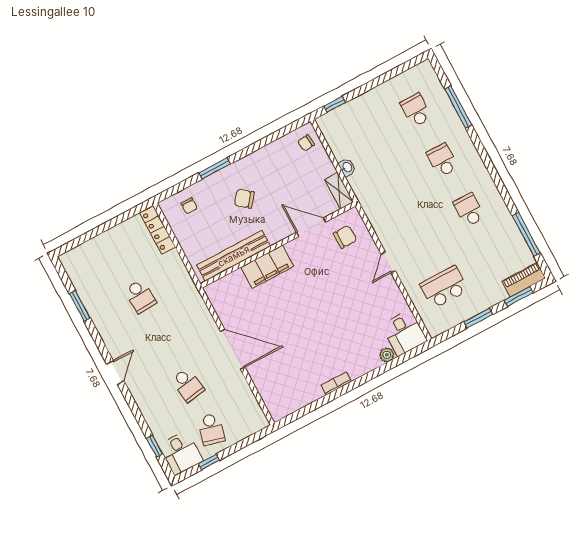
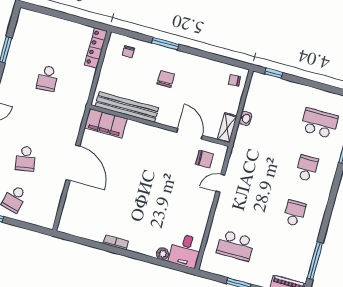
school desk: (416, 110) -> (319, 123), width x1.85
chair: (244, 199) -> (166, 79), turned 52
door: (388, 262) -> (220, 183), moved
filing cabinet: (267, 267) -> (106, 123), moved
school desk: (444, 287) -> (235, 246), turned 180

